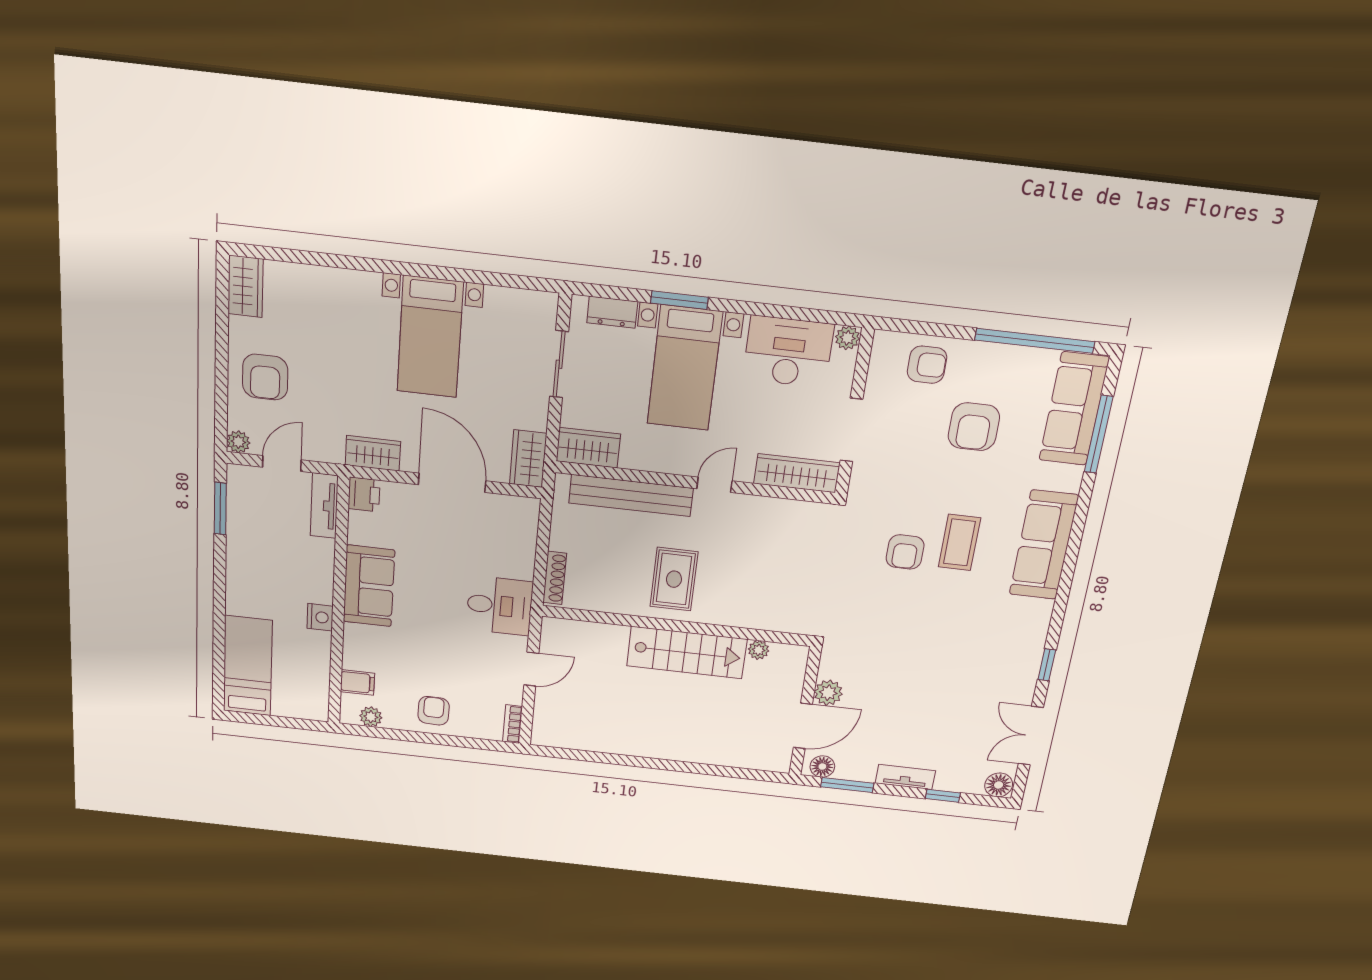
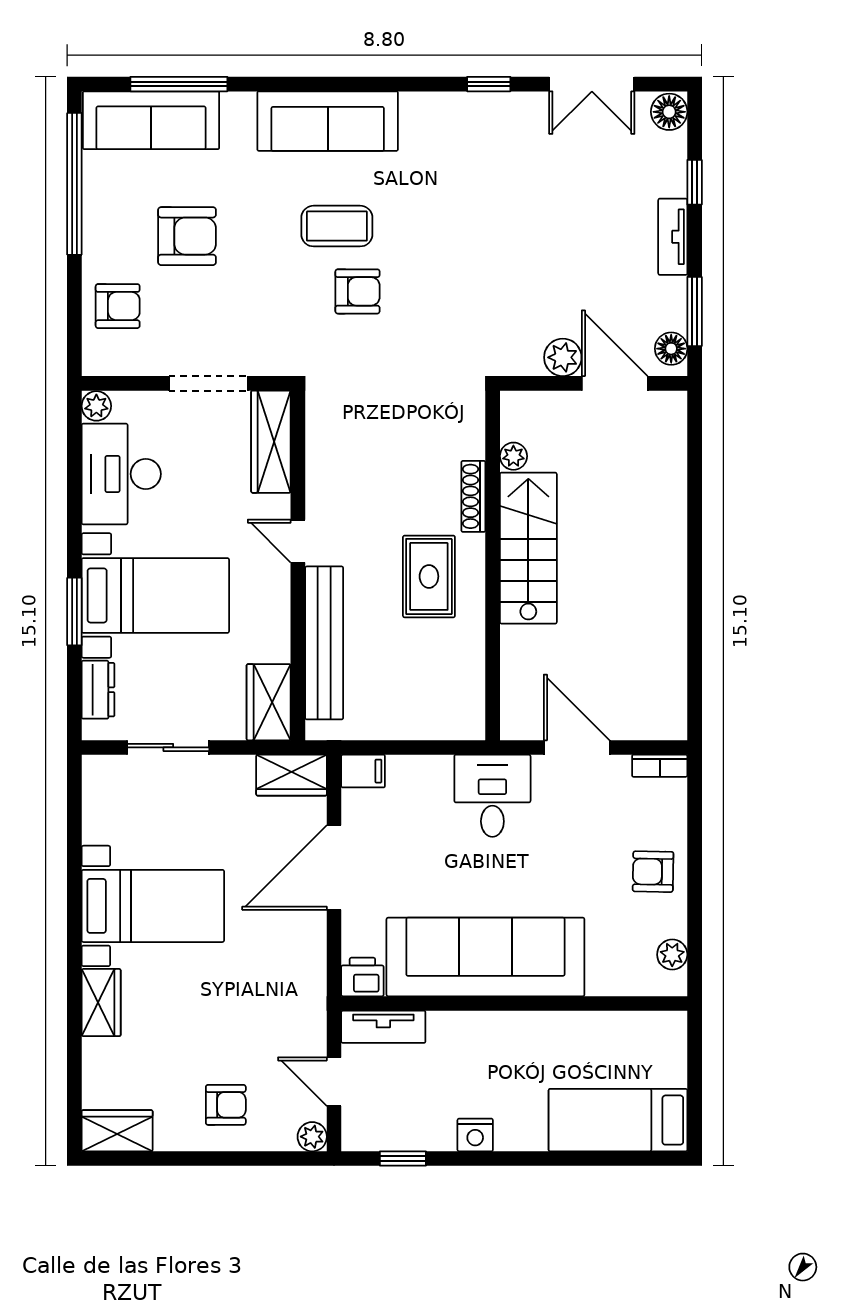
armchair: (927, 365) -> (118, 306), turned 90
armchair: (265, 377) -> (226, 1105), width x0.72, depth x0.72
wardrobe: (373, 453) -> (101, 1003), moved, turned 180
window: (220, 509) -> (403, 1159), width x0.67
shoe rack: (555, 578) -> (473, 496), moved, turned -90
rug: (674, 579) -> (429, 576), turned 90
sofa: (369, 586) -> (485, 957), width x1.85, depth x1.27
nightstand: (320, 617) -> (475, 1135), moved, turned 180
door: (531, 669) -> (577, 747), width x1.38
filing cabinet: (357, 682) -> (363, 771), moved, turned 90

